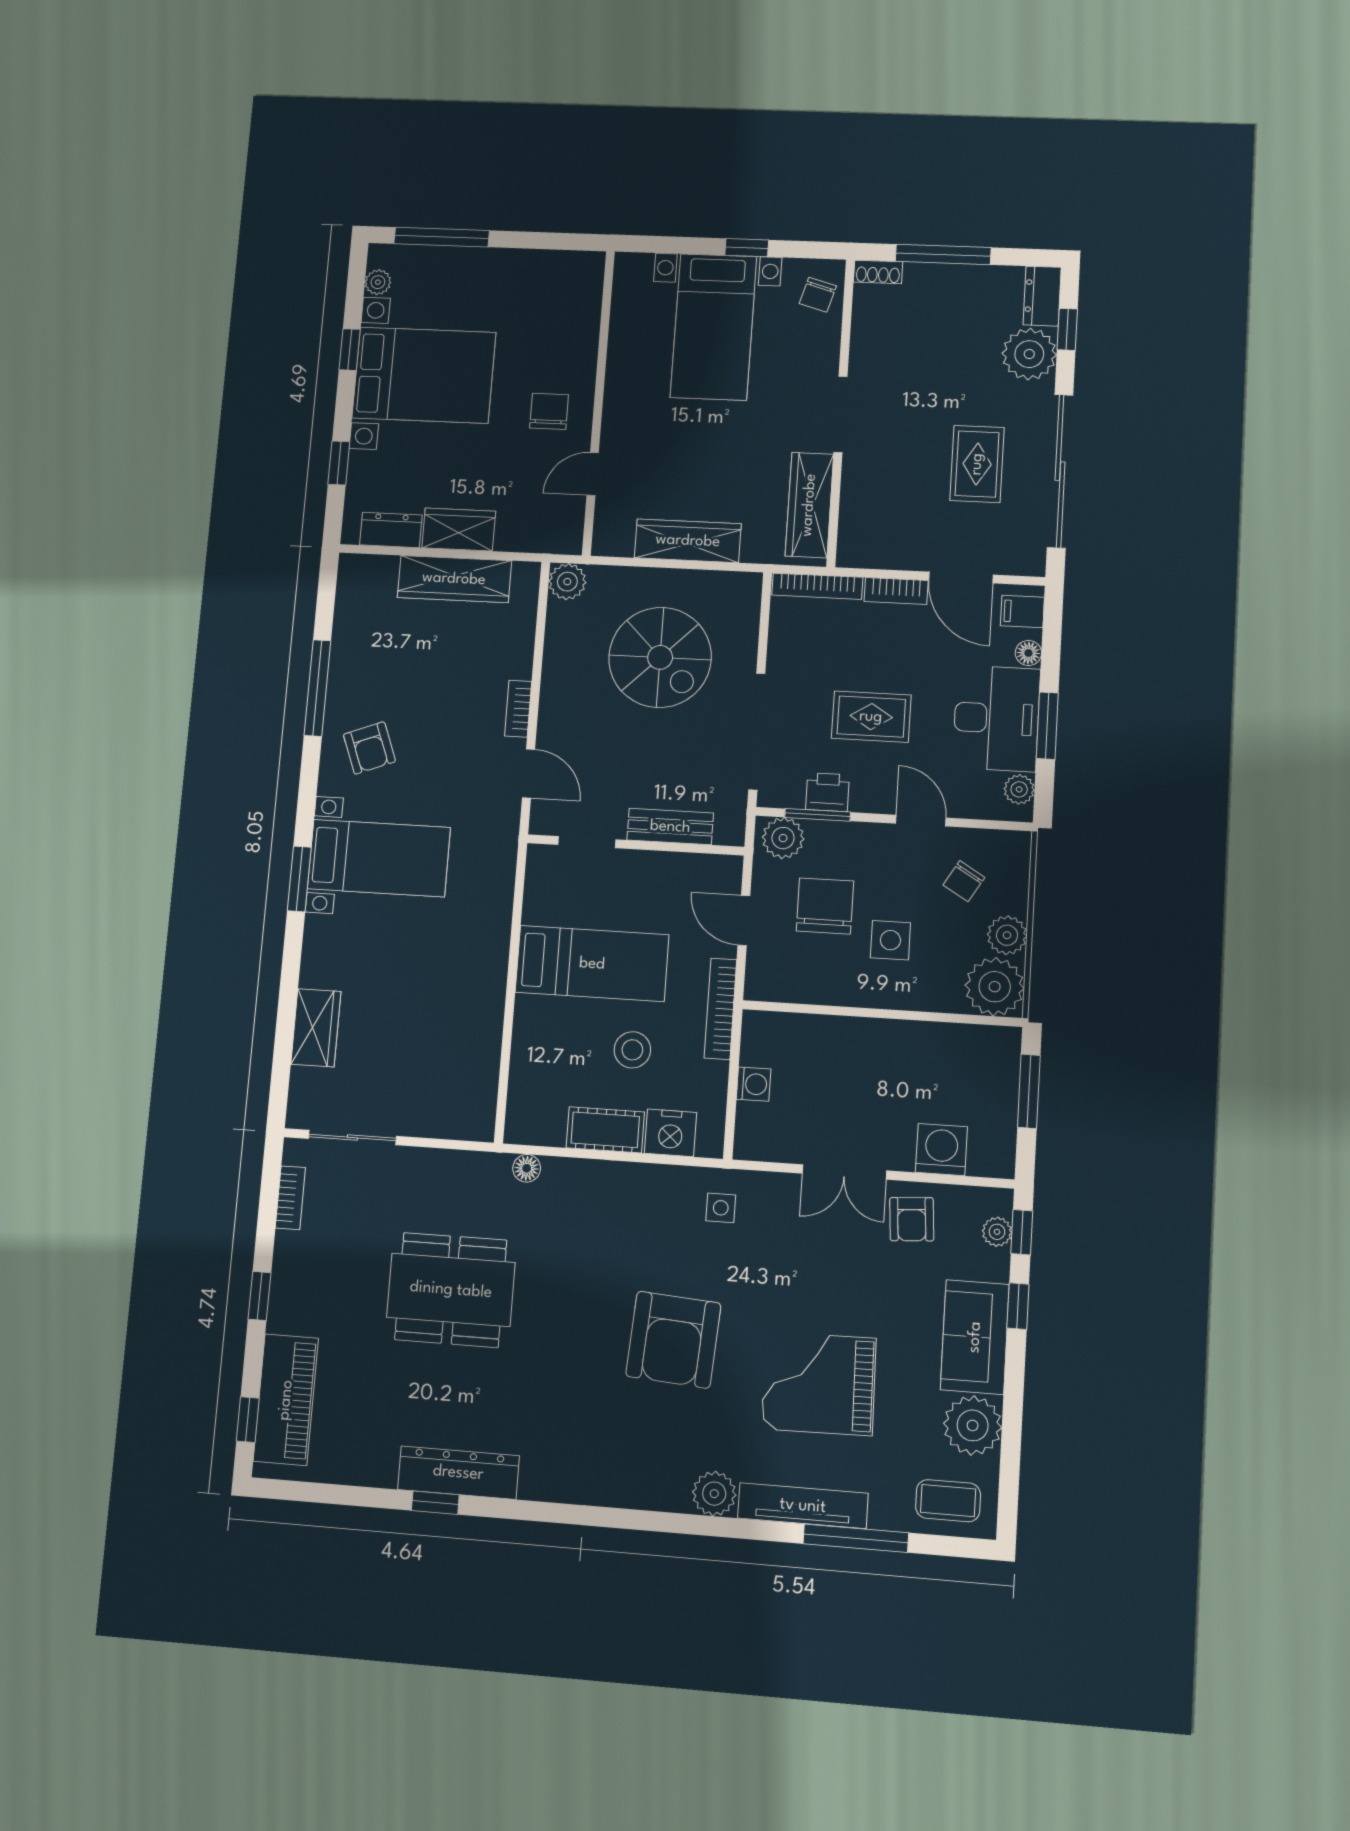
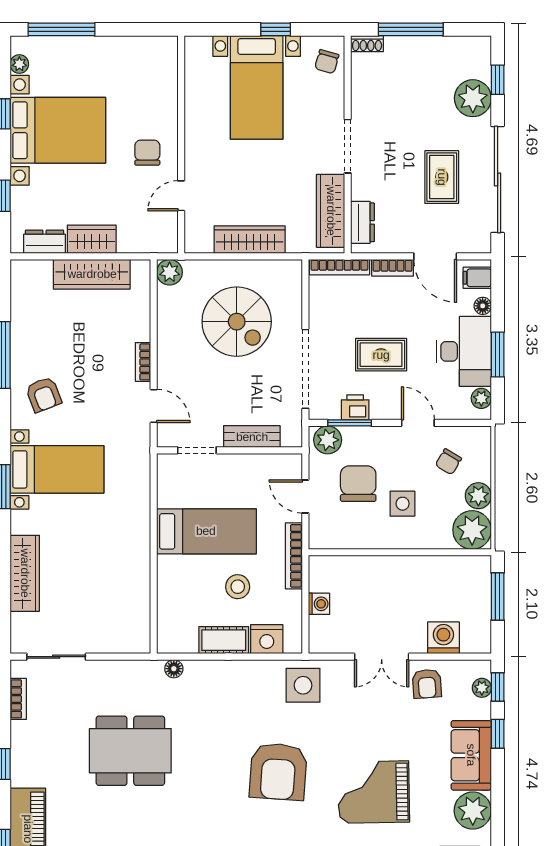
dresser: (1042, 296) -> (362, 222), moved, turned 180
wardrobe: (316, 1028) -> (25, 573), width x1.50
side table: (721, 1208) -> (303, 685), width x1.87, depth x1.87

